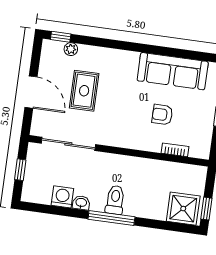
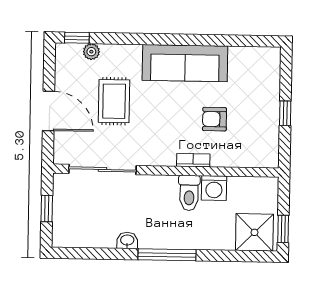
sofa: (173, 71) -> (185, 63), moved
bookcase: (175, 150) -> (193, 160), moved
washing machine: (62, 197) -> (214, 188), moved, turned 180
toilet: (115, 200) -> (189, 193), moved, turned 180

